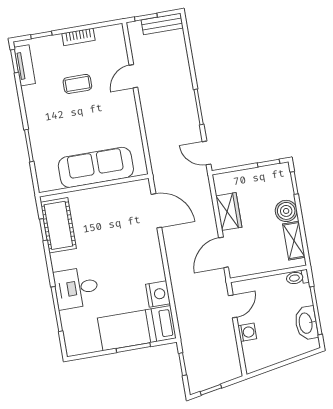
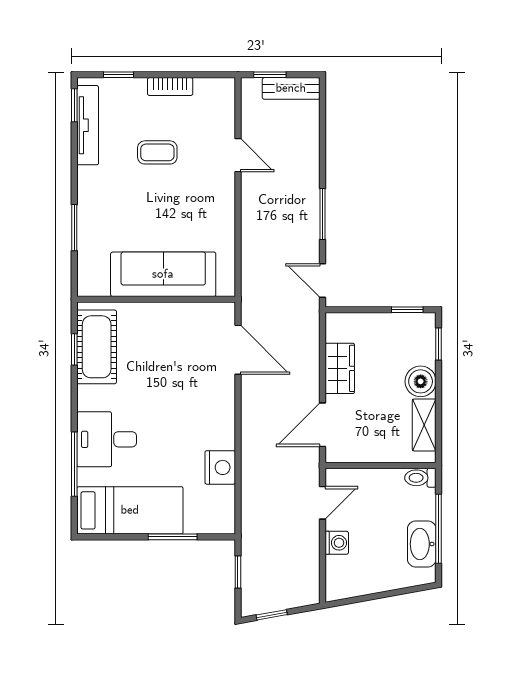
tv unit: (25, 65) -> (88, 125), width x1.41
door: (133, 76) -> (238, 155), swing flipped
bed: (137, 328) -> (130, 510), moved, turned 180

